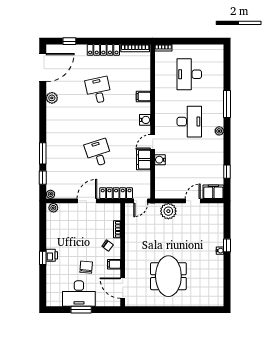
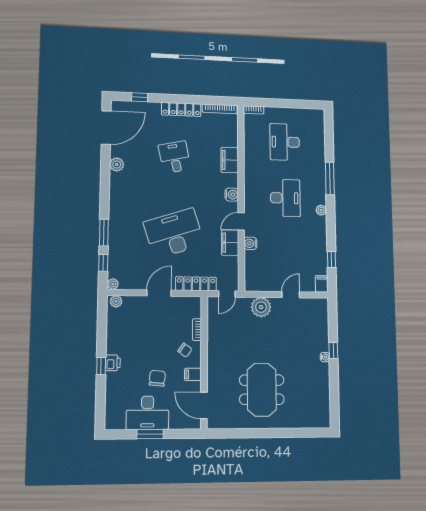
filing cabinet: (143, 96) -> (230, 160), width x2.00
desk: (98, 153) -> (174, 233), width x1.87, depth x1.30
filing cabinet: (213, 192) -> (322, 284), width x0.50

